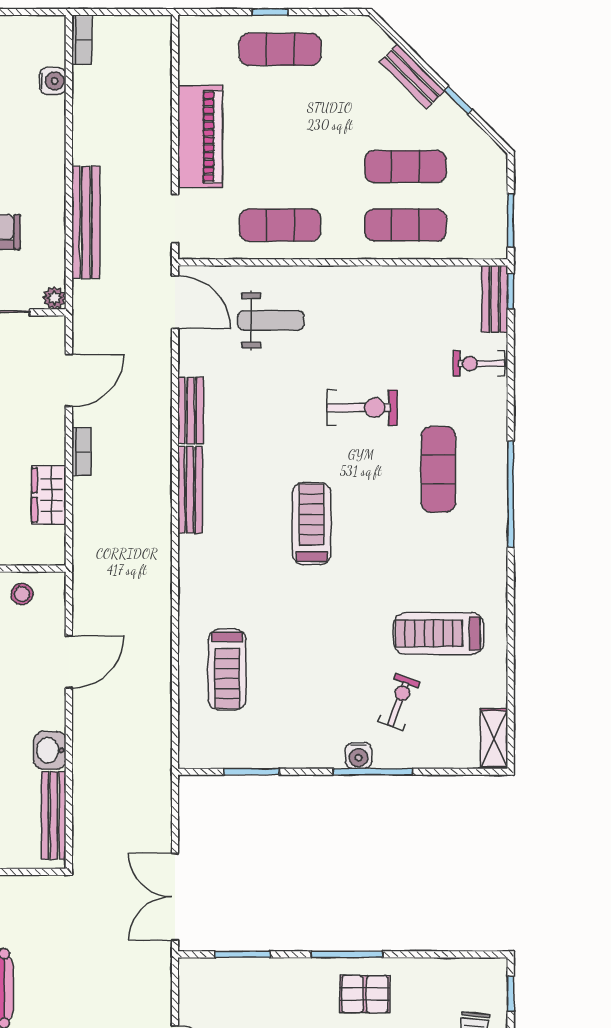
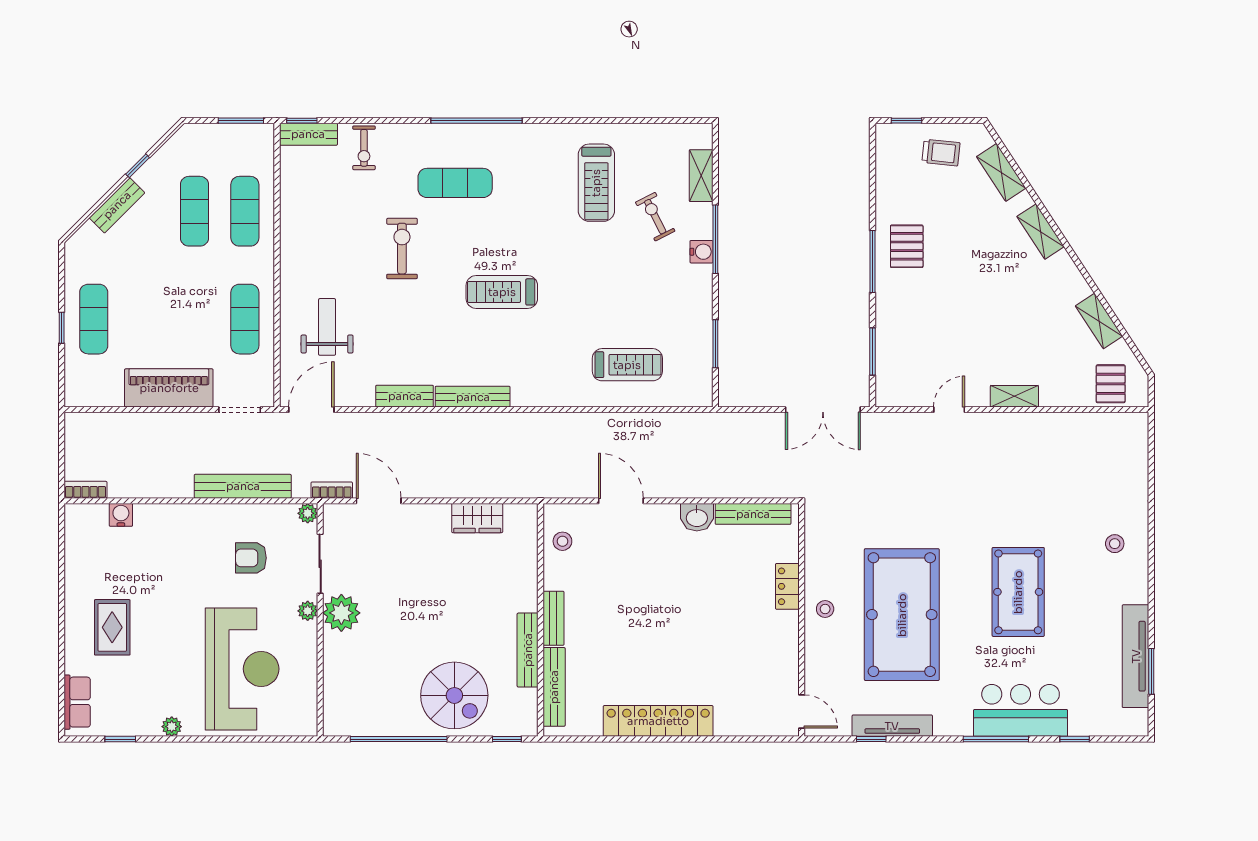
bookcase: (81, 452) -> (332, 490), moved
exercise bike: (399, 702) -> (655, 217), turned 43
shelving: (494, 739) -> (701, 176), moved, turned 90

